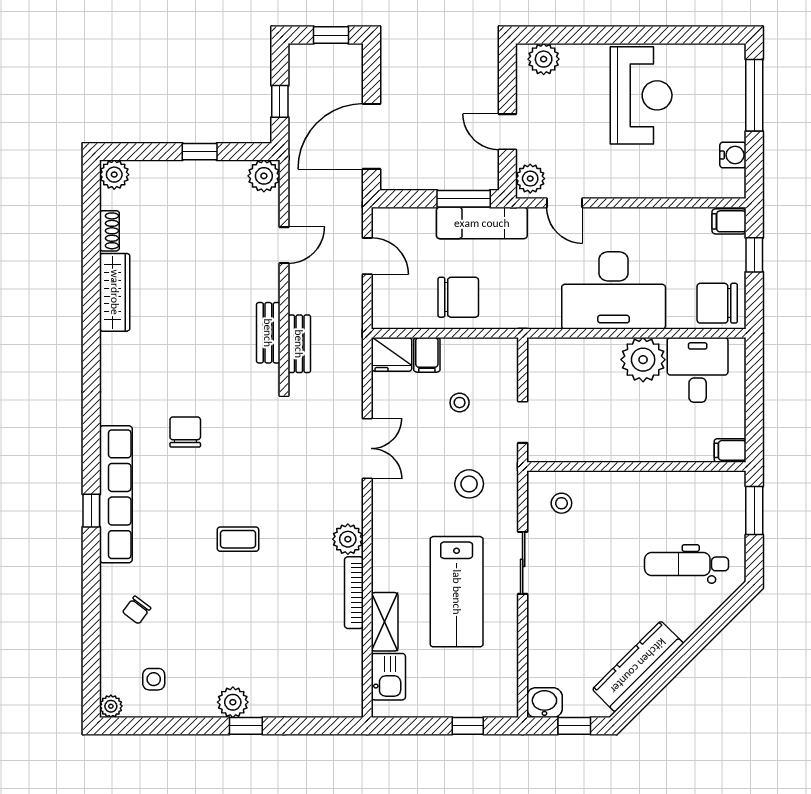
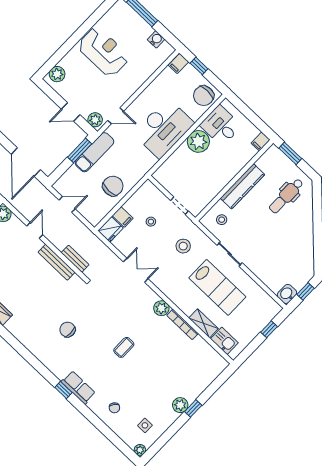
bench: (268, 333) -> (57, 262), width x1.36
row of seats: (116, 494) -> (78, 387), width x0.50
kitchen counter: (638, 666) -> (242, 186), moved, turned -135

